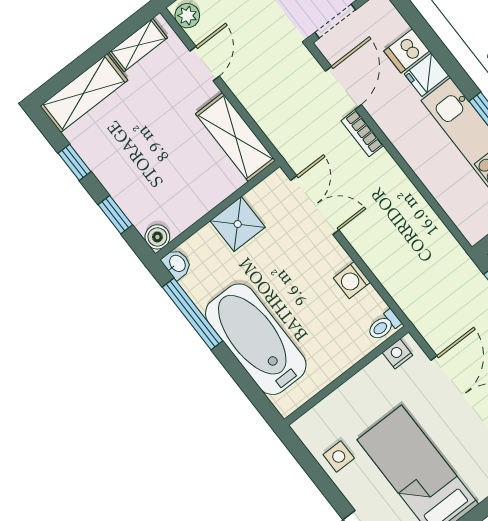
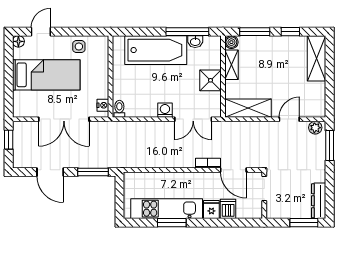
shelving: (138, 45) -> (232, 65), moved
door: (205, 64) -> (289, 119), swing flipped
window: (115, 215) -> (255, 32), width x1.50
washbasin: (177, 264) -> (195, 42), moved
washing machine: (352, 280) -> (165, 110), moved

